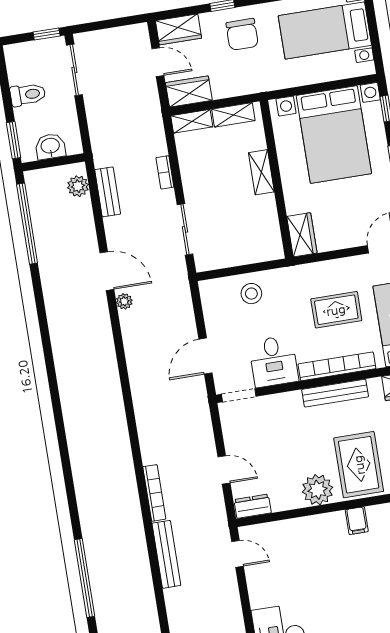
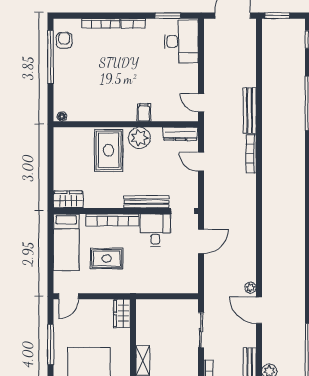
stool: (251, 294) -> (163, 279), removed
bench: (335, 393) -> (146, 202), moved
dresser: (253, 506) -> (180, 134), width x1.44
filing cabinet: (357, 521) -> (144, 112), moved

